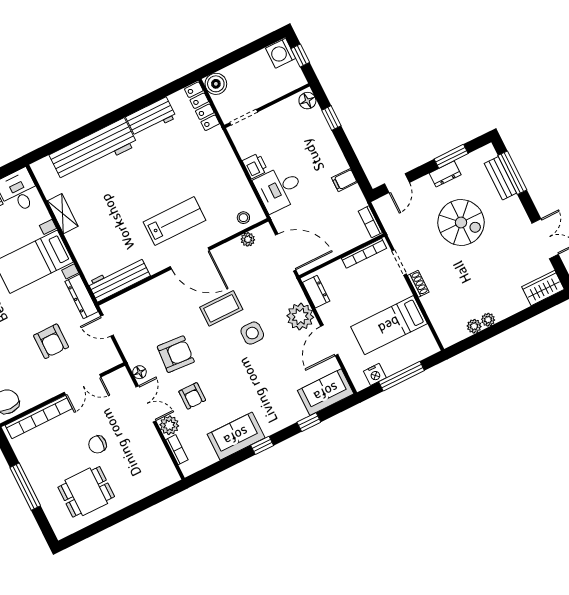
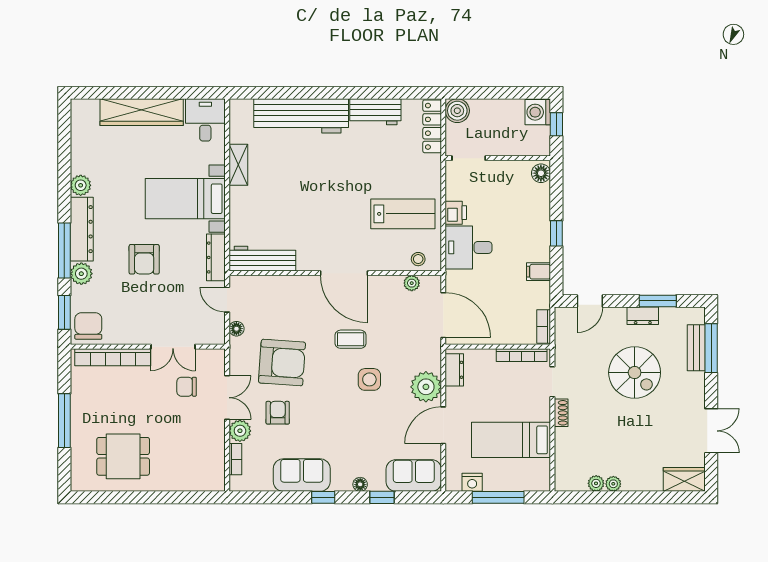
window: (331, 118) -> (556, 233), moved
lab bench: (175, 221) -> (403, 214), moved
coffee table: (221, 308) -> (351, 339), width x0.73, depth x0.77
armchair: (51, 341) -> (144, 259), moved
armchair: (176, 354) -> (282, 363), width x1.36, depth x1.36
floor lamp: (139, 372) -> (236, 329), moved
armchair: (192, 396) -> (278, 413), turned 180
floor lamp: (286, 420) -> (360, 484), added
chair: (97, 444) -> (187, 387), moved

